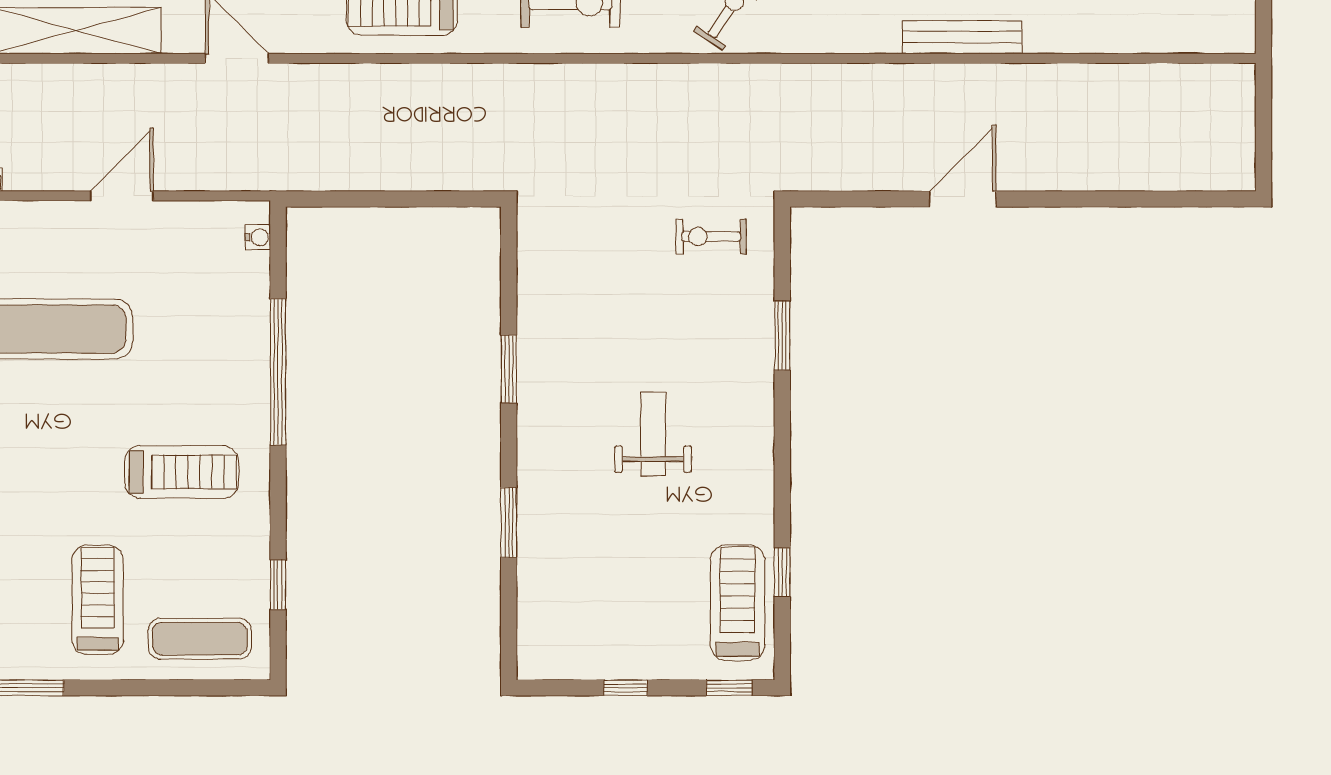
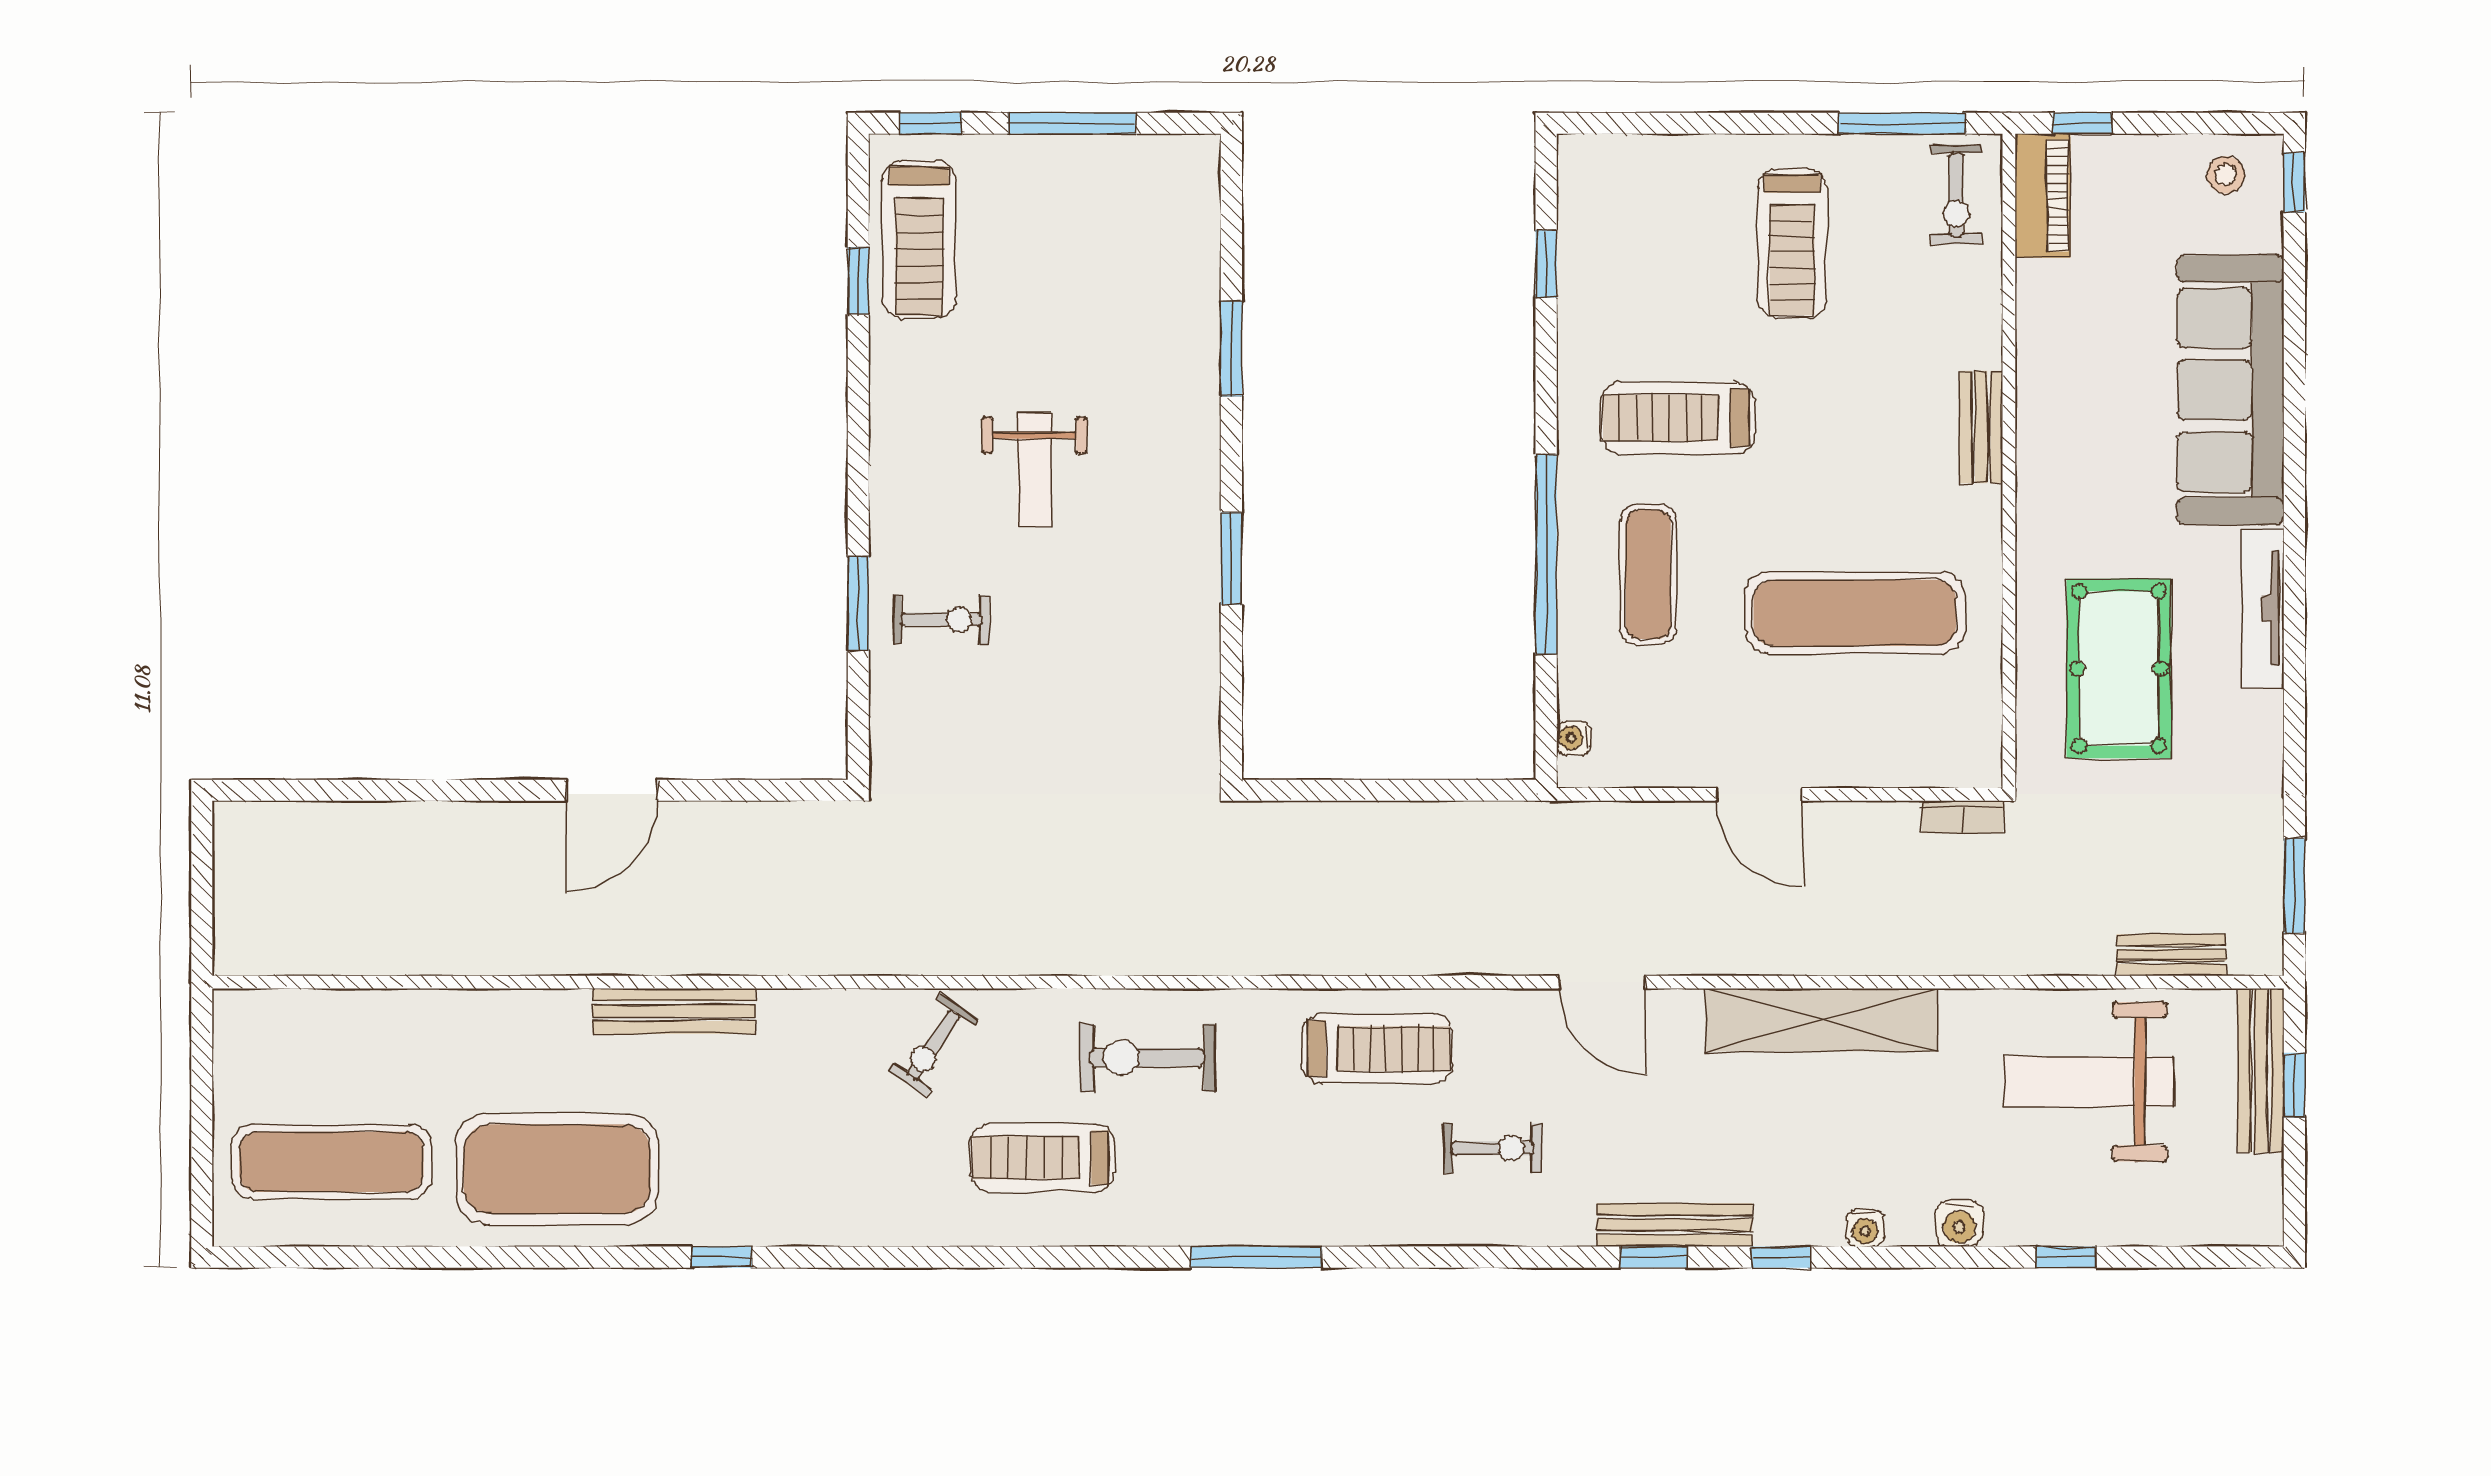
bench: (962, 37) -> (674, 1011), moved
door: (122, 196) -> (1759, 794), hinge flipped
exercise bike: (711, 237) -> (941, 619), moved
exercise mat: (200, 639) -> (1648, 574), moved, turned 90
window: (626, 688) -> (1072, 123), width x2.17

